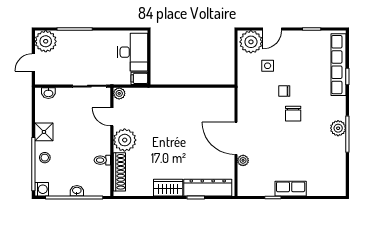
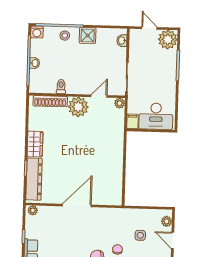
plant: (251, 42) -> (167, 221), width x0.53, depth x0.53
plant: (243, 160) -> (33, 210), moved

